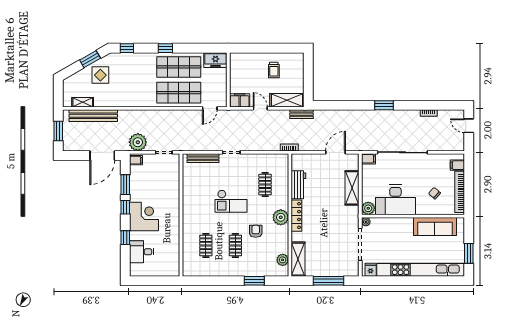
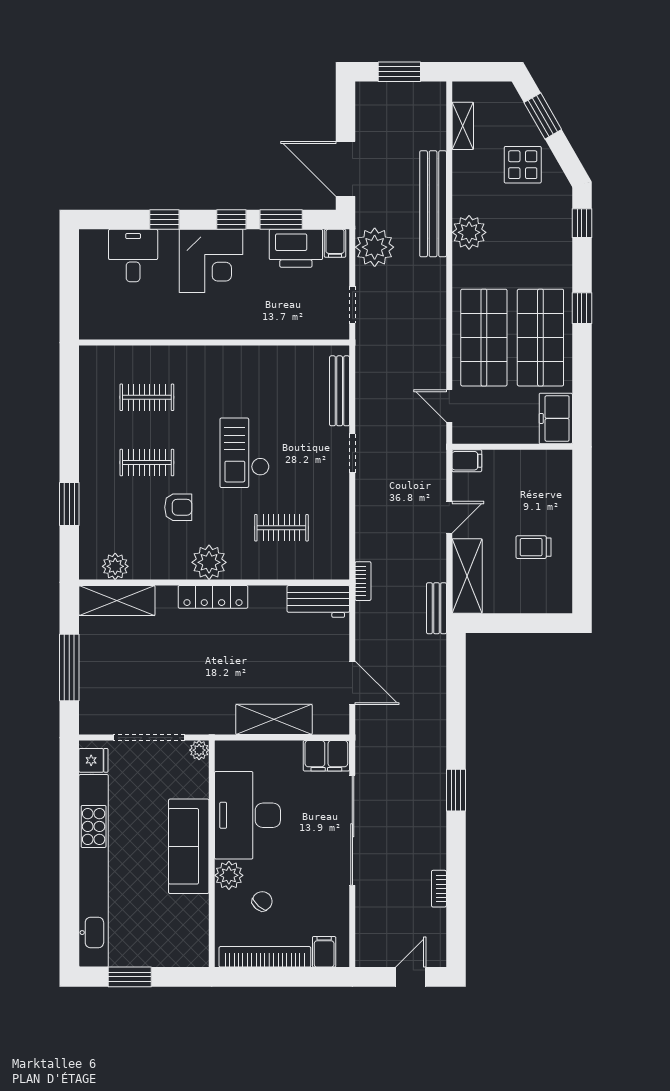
window: (90, 59) -> (543, 116), moved
plant: (131, 99) -> (469, 232), added
filing cabinet: (240, 100) -> (467, 461), width x0.50
bench: (93, 116) -> (433, 204), moved
filing cabinet: (368, 159) -> (326, 756), width x2.00
printer: (138, 178) -> (296, 248), added
workbench: (298, 185) -> (318, 601), moved
plant: (368, 208) -> (229, 875), moved
sofa: (435, 227) -> (189, 846), moved

